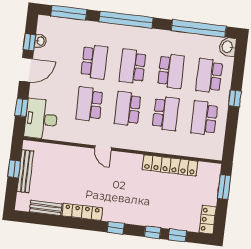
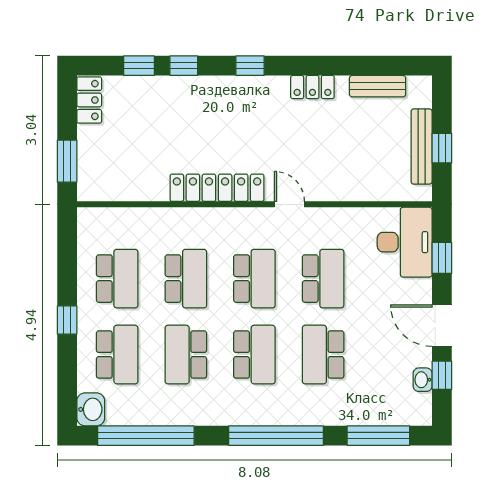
door: (26, 70) -> (442, 326), hinge flipped
school desk: (166, 113) -> (186, 279), turned 180
locker: (170, 165) -> (217, 188), moved
locker: (82, 212) -> (312, 87), width x0.66

